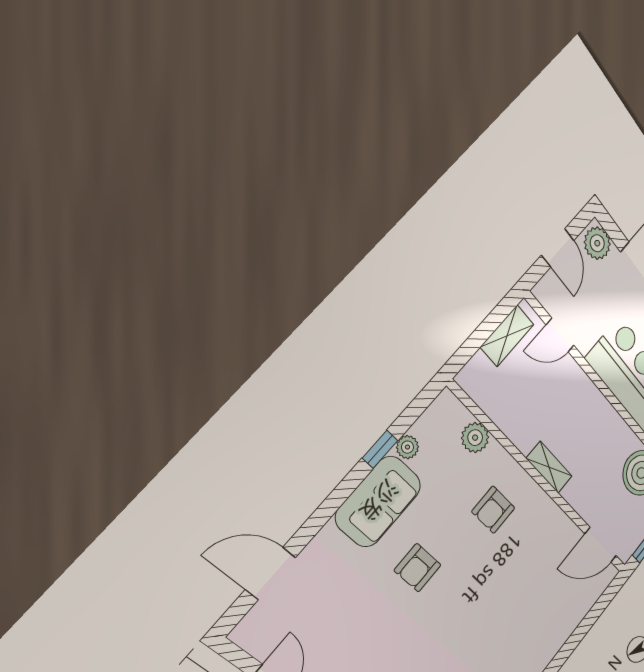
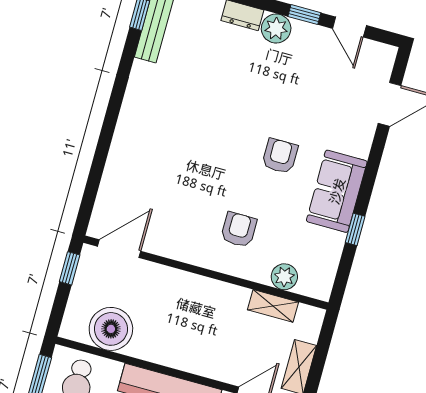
plant: (407, 447) -> (335, 242), removed
shelving: (549, 467) -> (273, 306), moved

